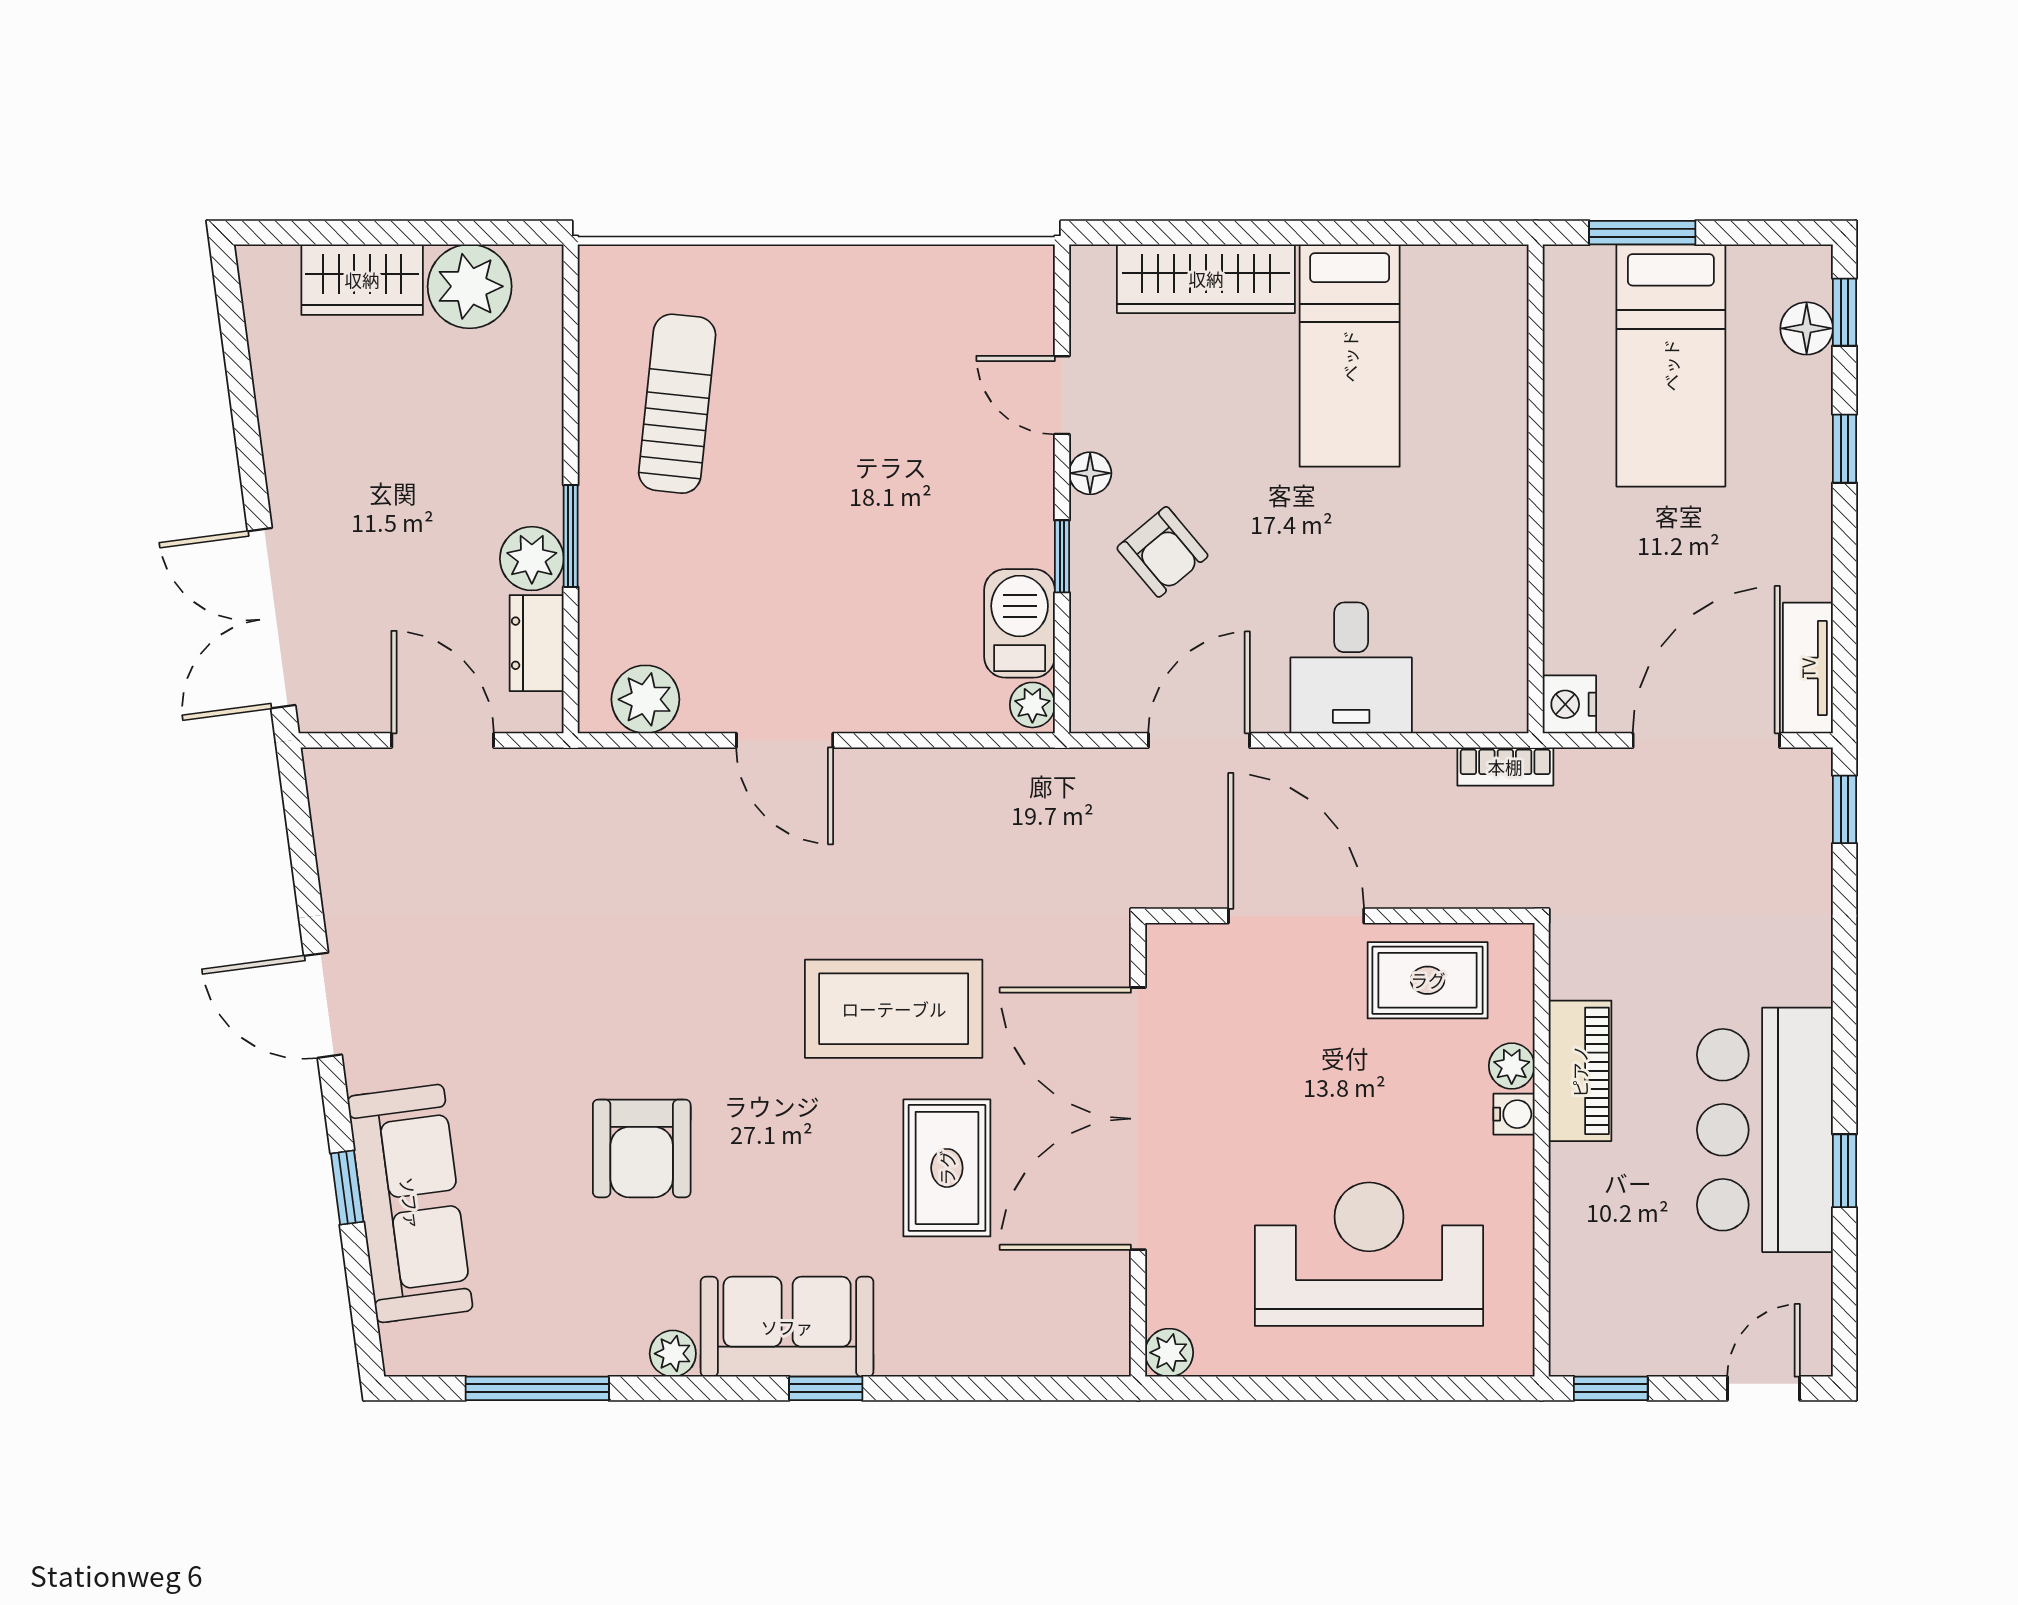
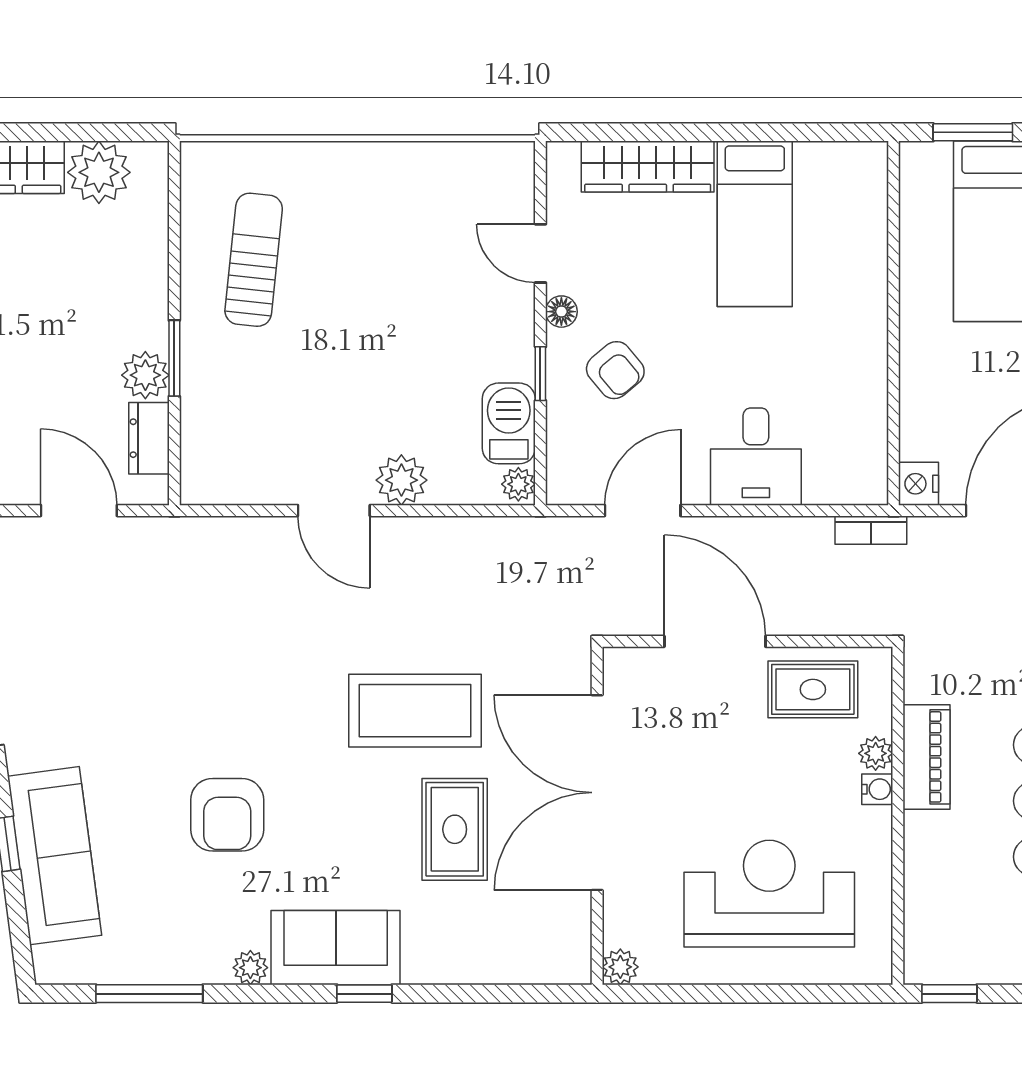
plant: (645, 699) -> (401, 480), moved

